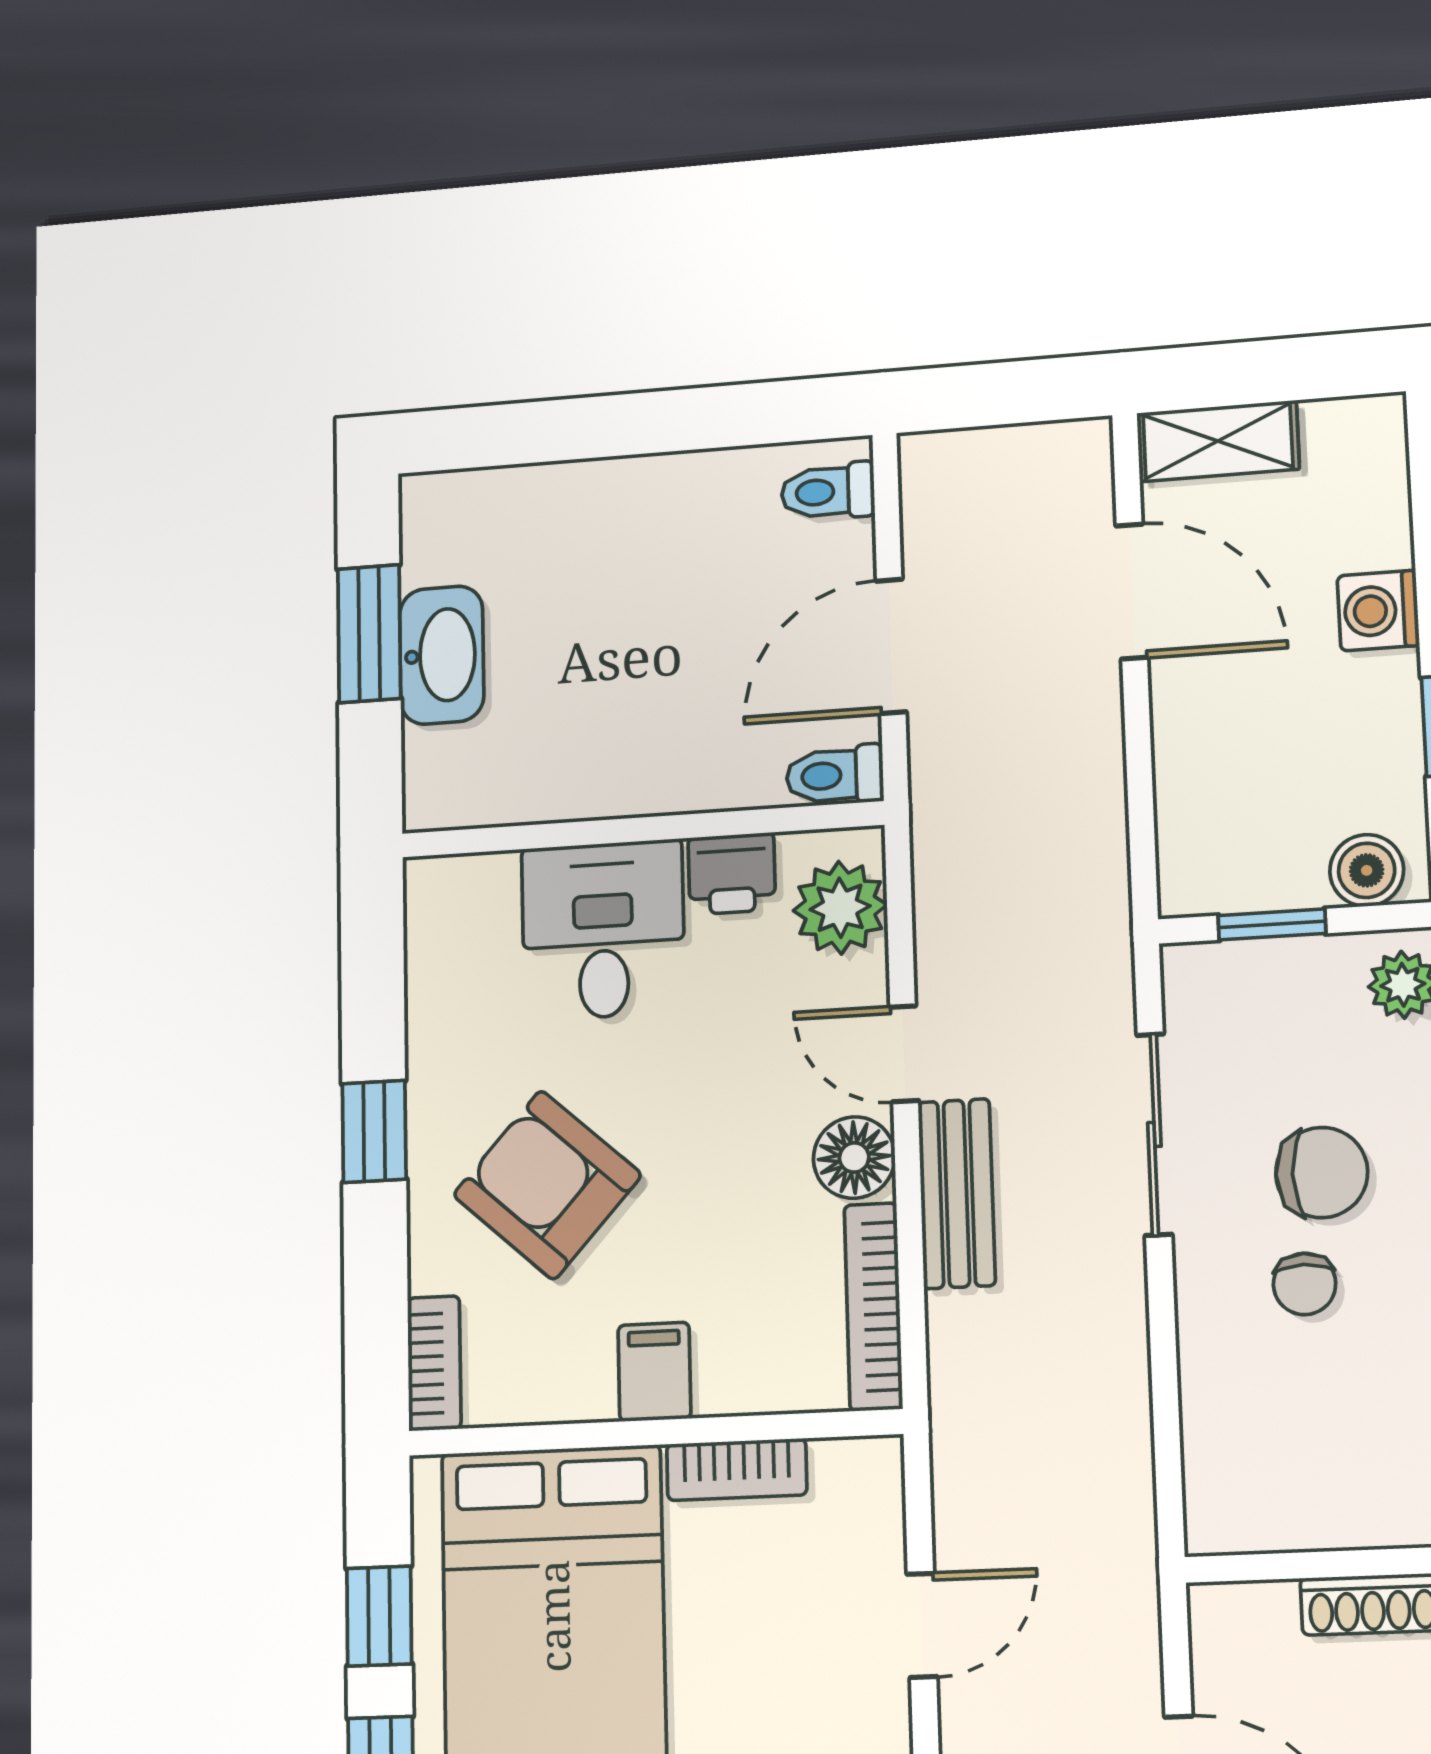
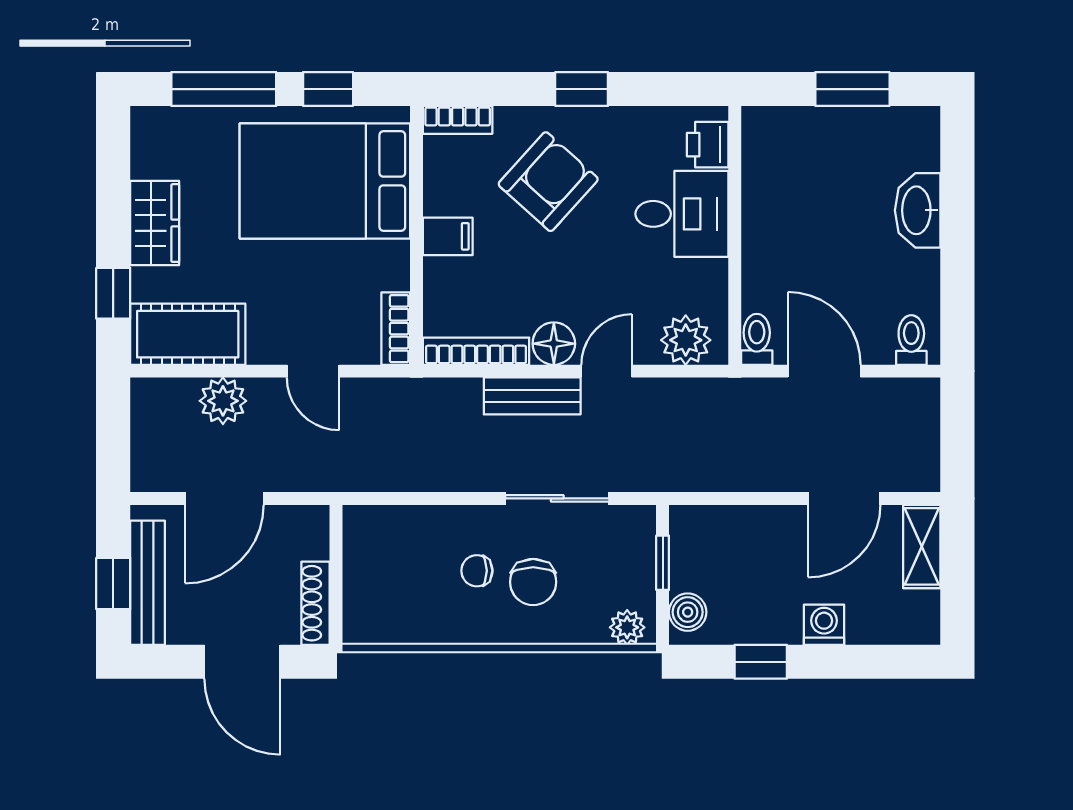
washbasin: (442, 655) -> (918, 210), moved, turned 90
printer: (732, 874) -> (708, 145), moved
bookcase: (737, 1469) -> (396, 329), moved

